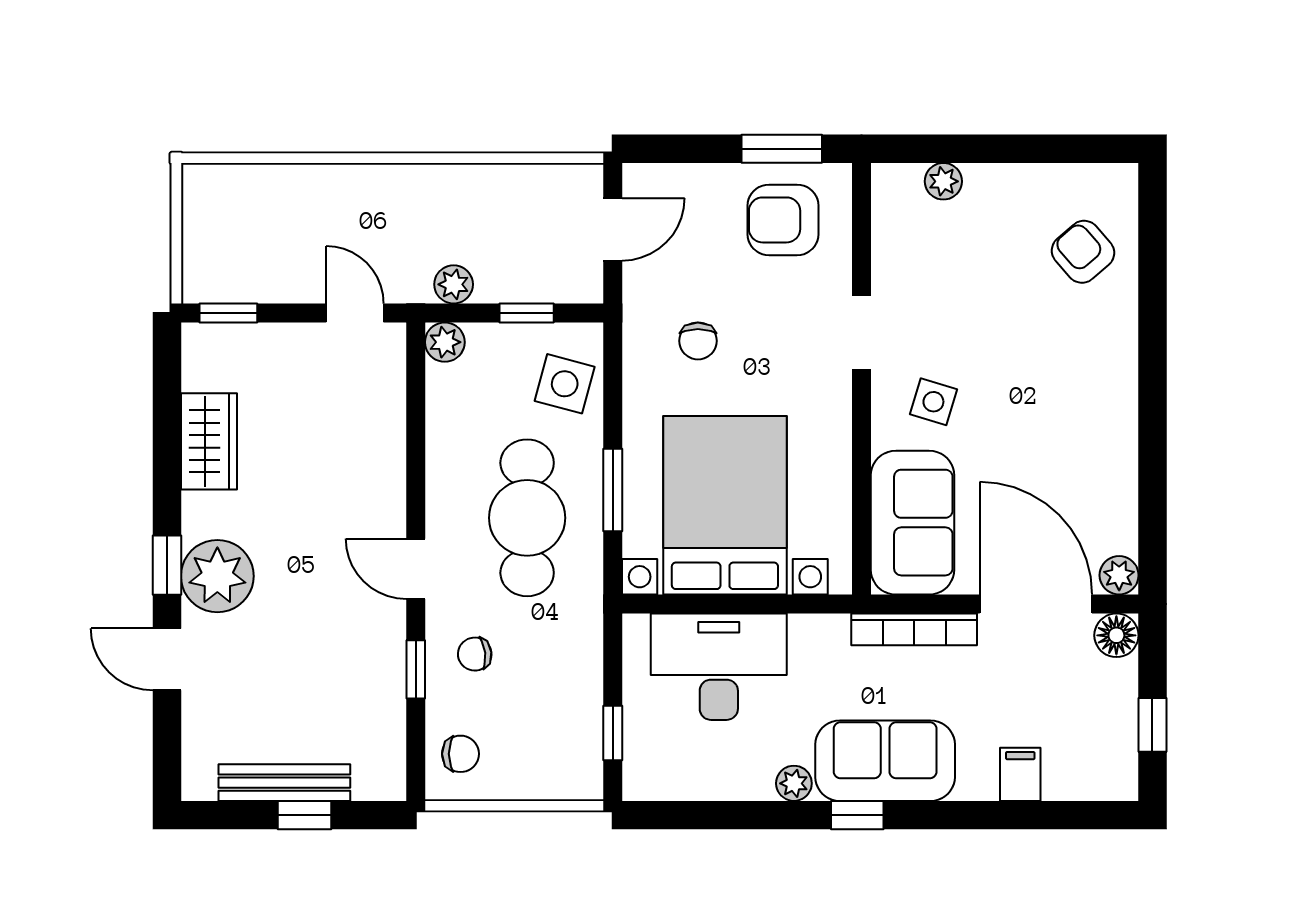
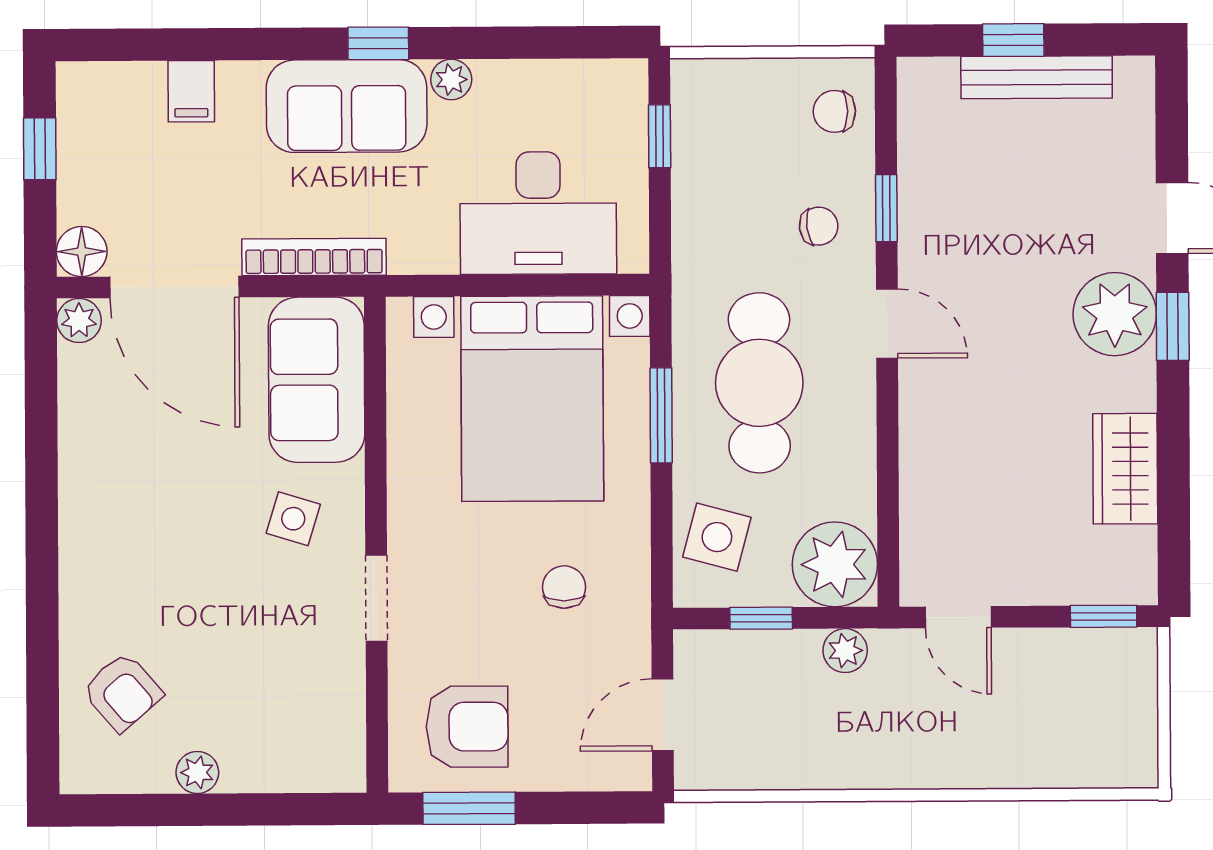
plant: (943, 181) -> (197, 772), moved
plant: (445, 342) -> (835, 564), width x1.88, depth x1.88

